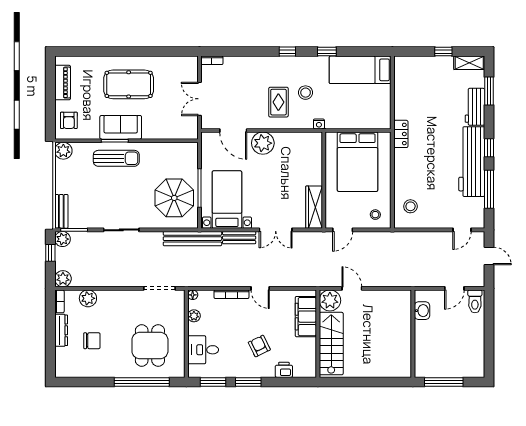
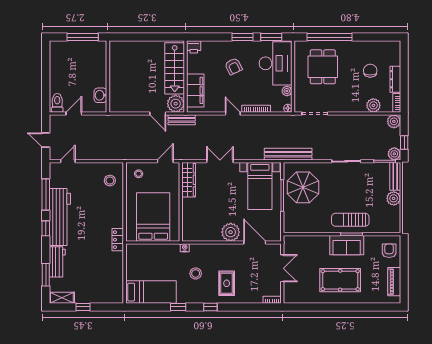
rug: (278, 102) -> (227, 283), moved
plant: (63, 151) -> (394, 198), moved
bench: (239, 238) -> (182, 120), moved
chair: (92, 341) -> (370, 71), turned 90
desk: (203, 350) -> (276, 63), width x1.87, depth x1.30
printer: (284, 370) -> (194, 47), moved

